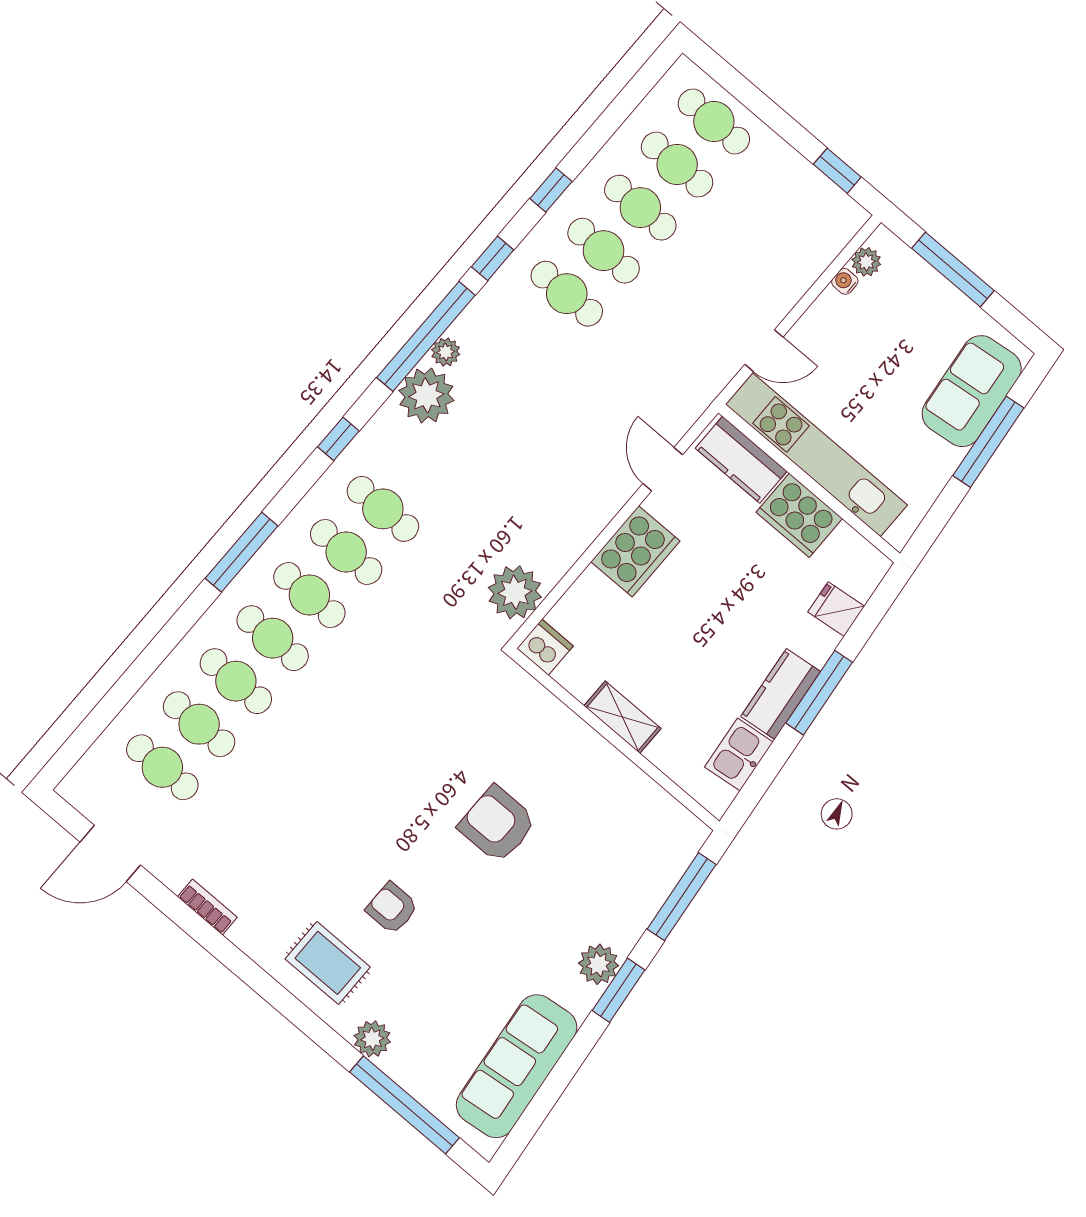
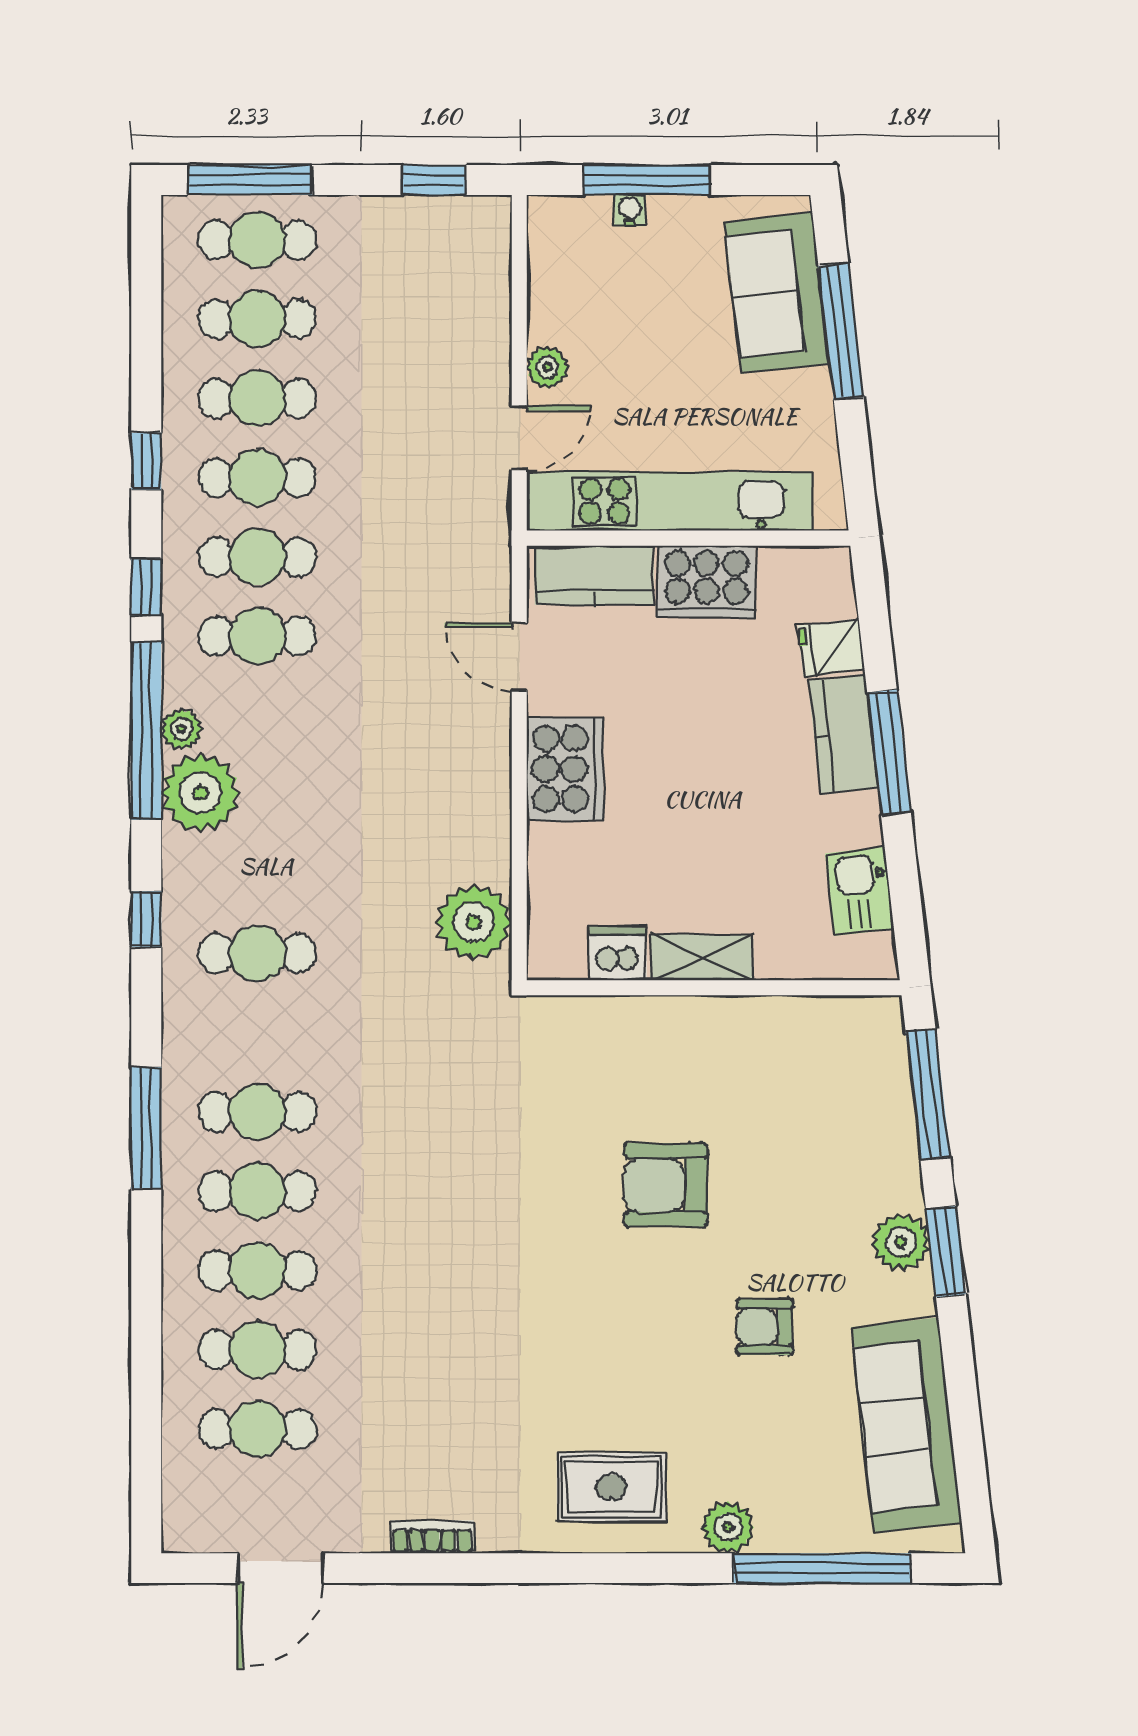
window: (738, 86) -> (250, 180), added
plant: (866, 262) -> (547, 368), moved
water cooler: (845, 281) -> (630, 210), moved, turned 90
cafe table: (346, 552) -> (257, 636), moved
dishwasher: (545, 647) -> (618, 953), moved
kitchen counter: (781, 694) -> (843, 734), moved
armchair: (392, 908) -> (765, 1327), moved

